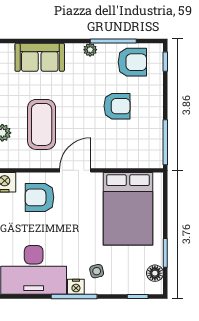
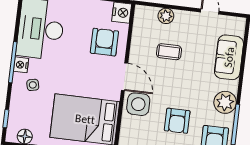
plant: (90, 50) -> (225, 102), width x1.88, depth x1.88
coffee table: (42, 124) -> (169, 52), width x0.54, depth x0.58
side table: (104, 152) -> (138, 104), added

